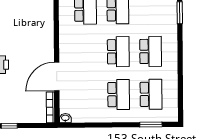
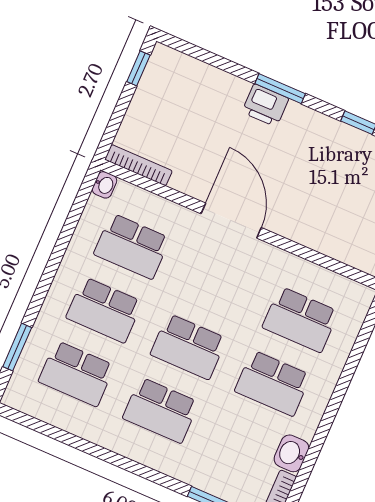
door: (57, 77) -> (231, 221), moved
school desk: (86, 95) -> (132, 246), added

